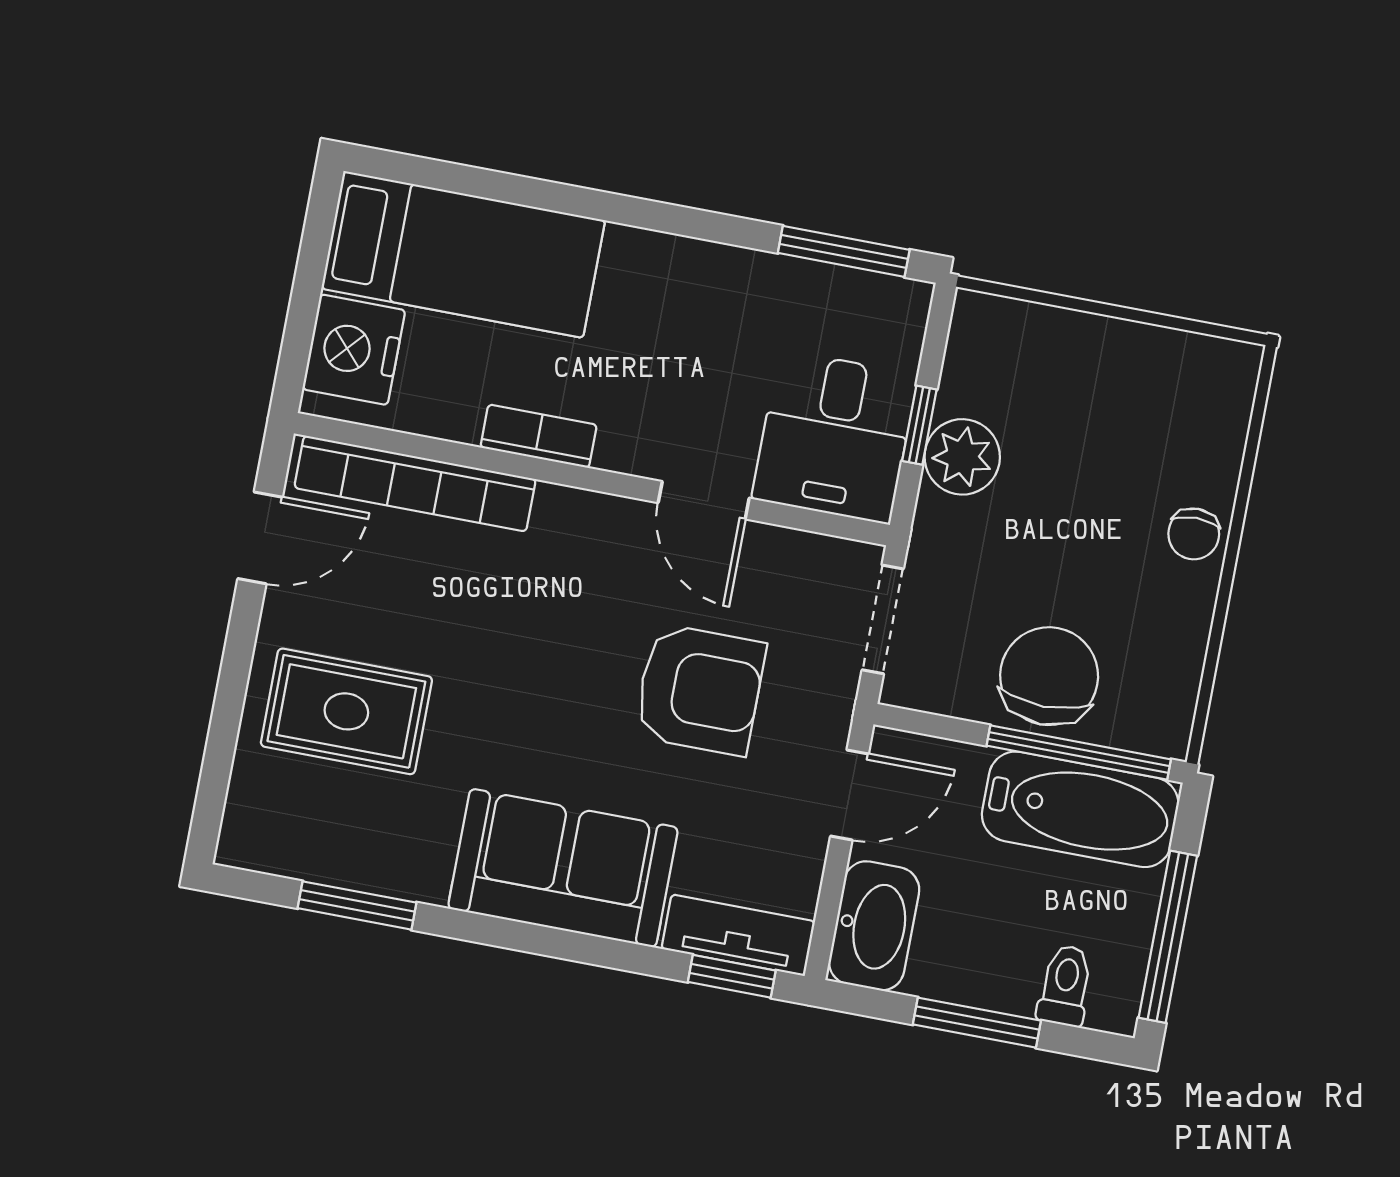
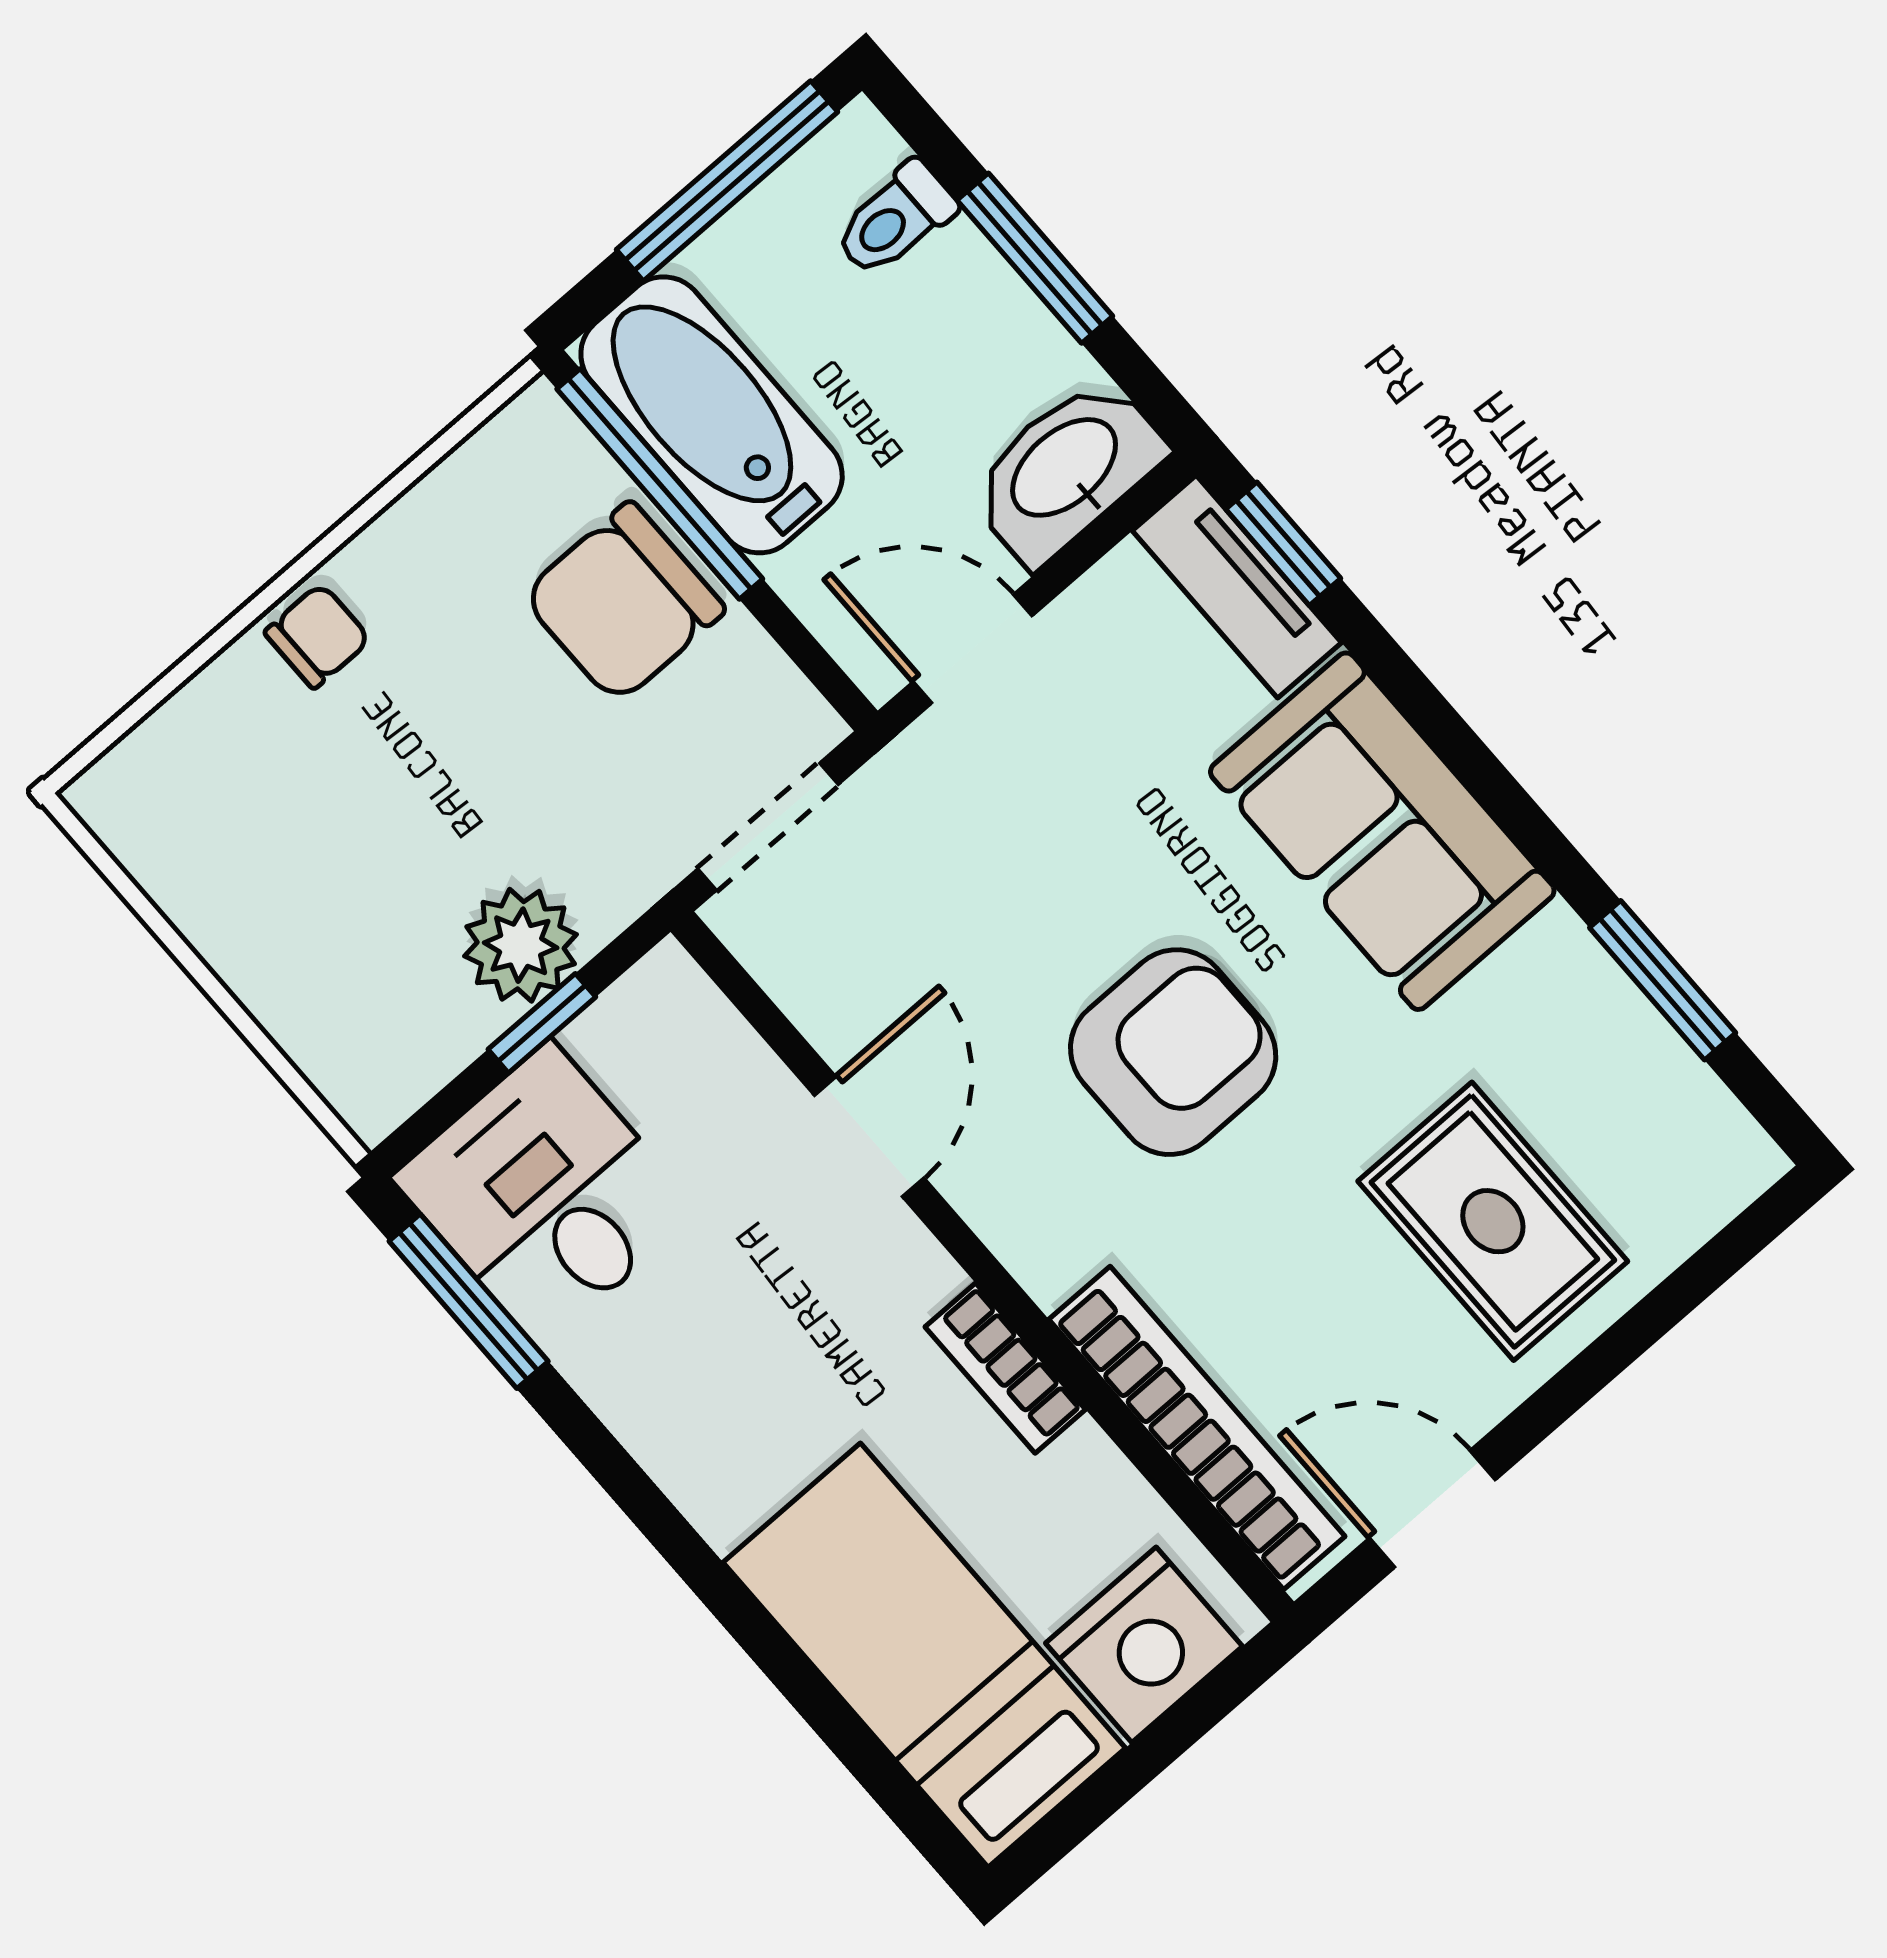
desk: (835, 437) -> (545, 1194), moved, turned -90
armchair: (700, 690) -> (1173, 1052), moved, turned 90

